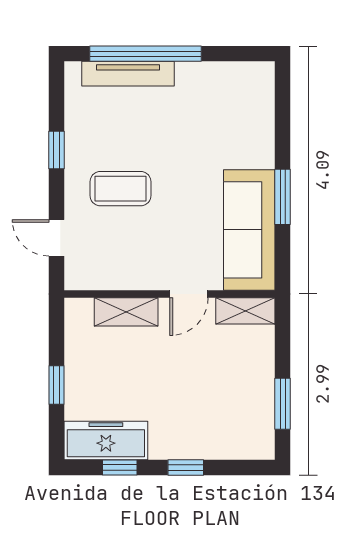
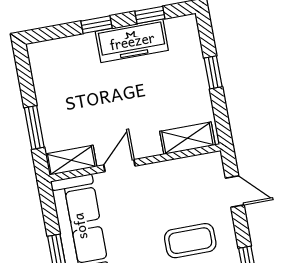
shelving: (126, 312) -> (187, 138), moved
window: (283, 404) -> (34, 127), moved
freezer: (106, 441) -> (132, 41), moved

